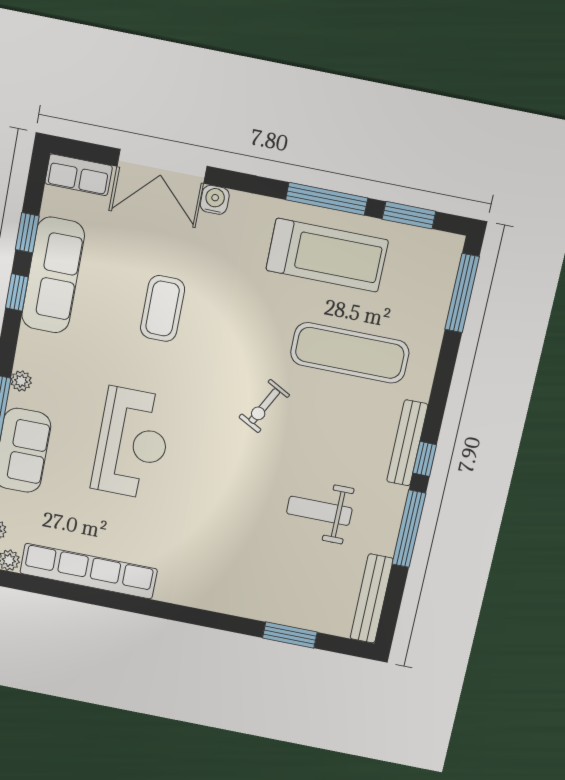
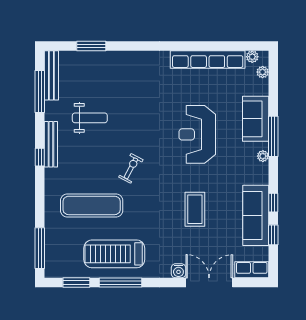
bench: (407, 443) -> (51, 144), moved
window: (409, 529) -> (40, 92), moved

